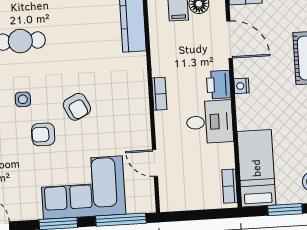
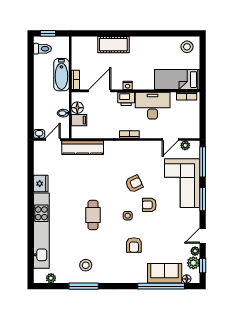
desk: (210, 122) -> (153, 106), width x1.37
armchair: (43, 134) -> (149, 205), turned 90
plant: (147, 189) -> (185, 145), added
window: (285, 210) -> (203, 64), removed

